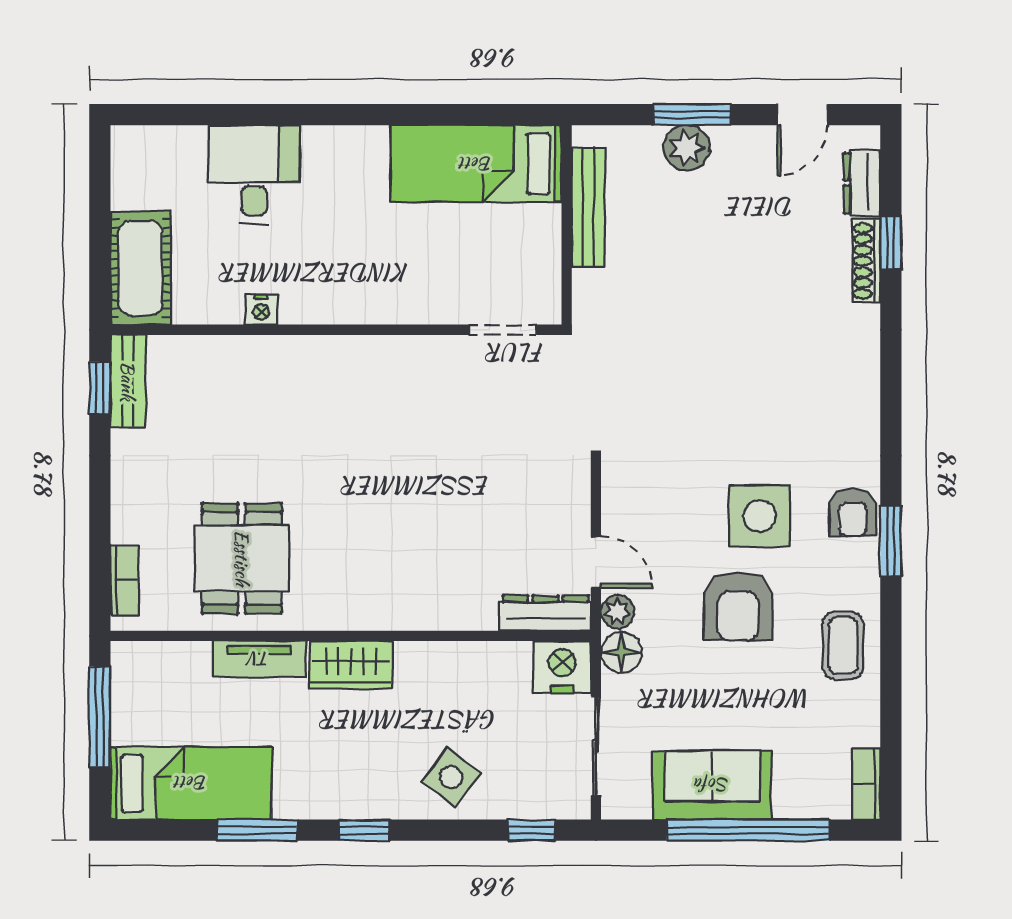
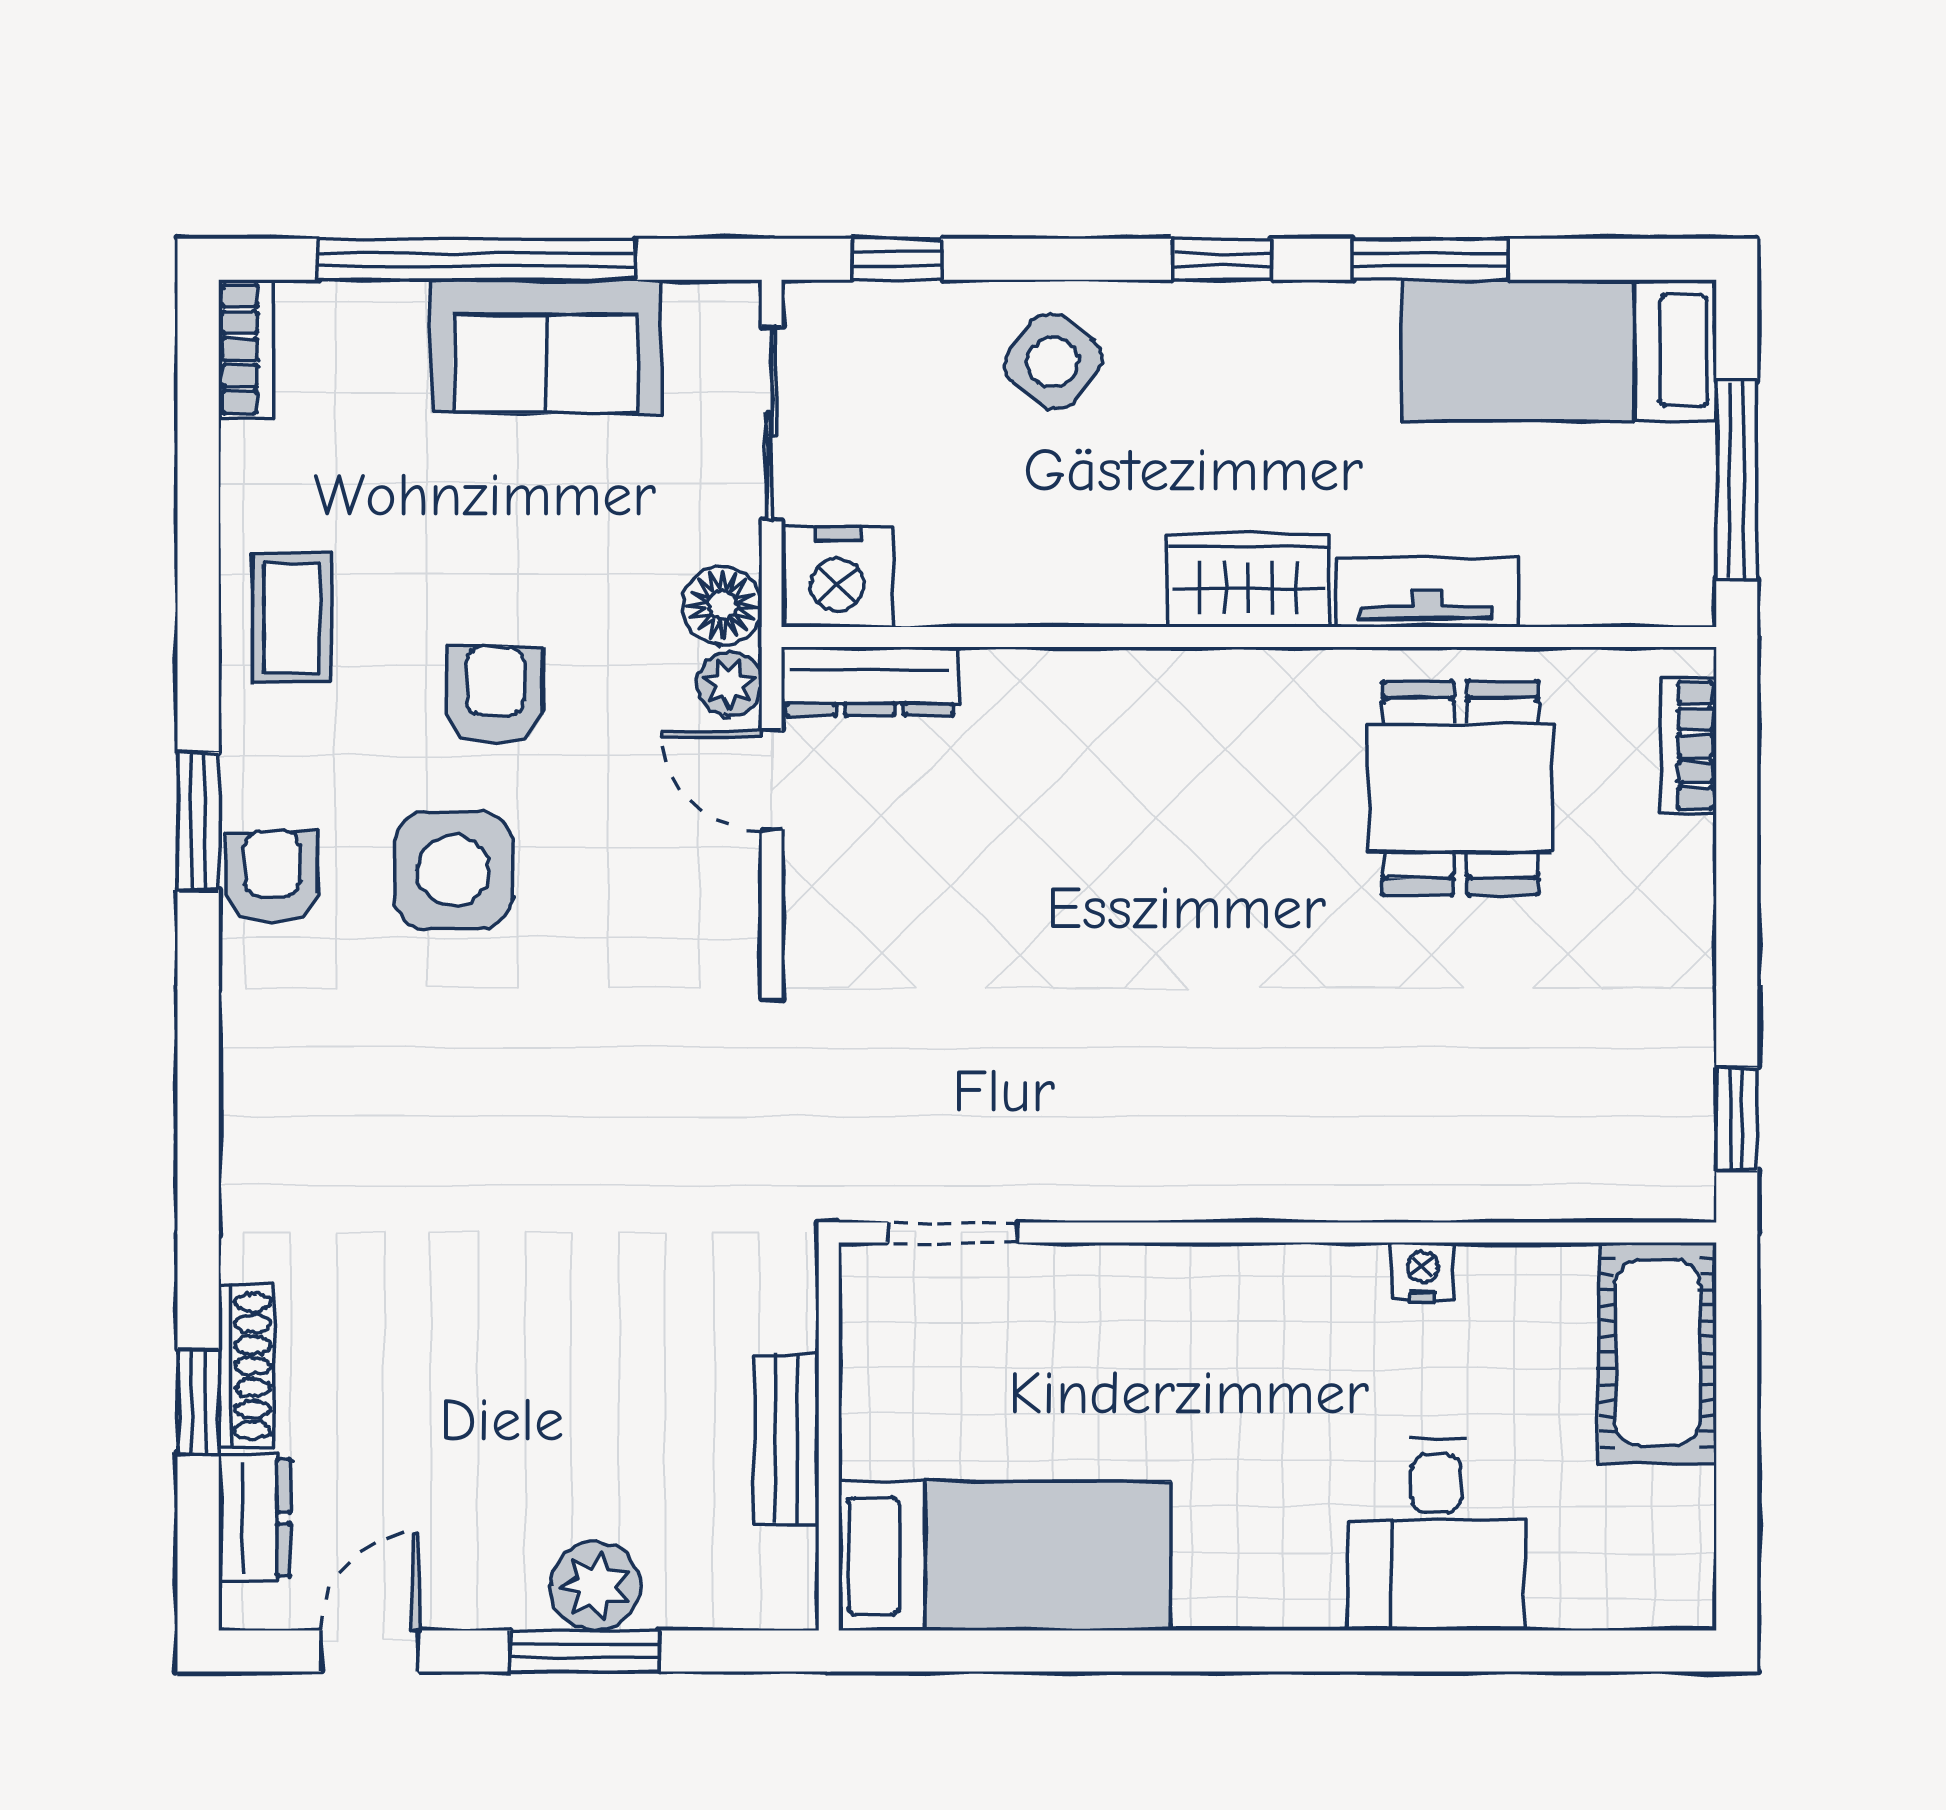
bench: (588, 208) -> (786, 1439), width x0.73
bench: (128, 381) -> (1682, 1133), removed
armchair: (738, 606) -> (495, 695), width x0.72, depth x0.72

